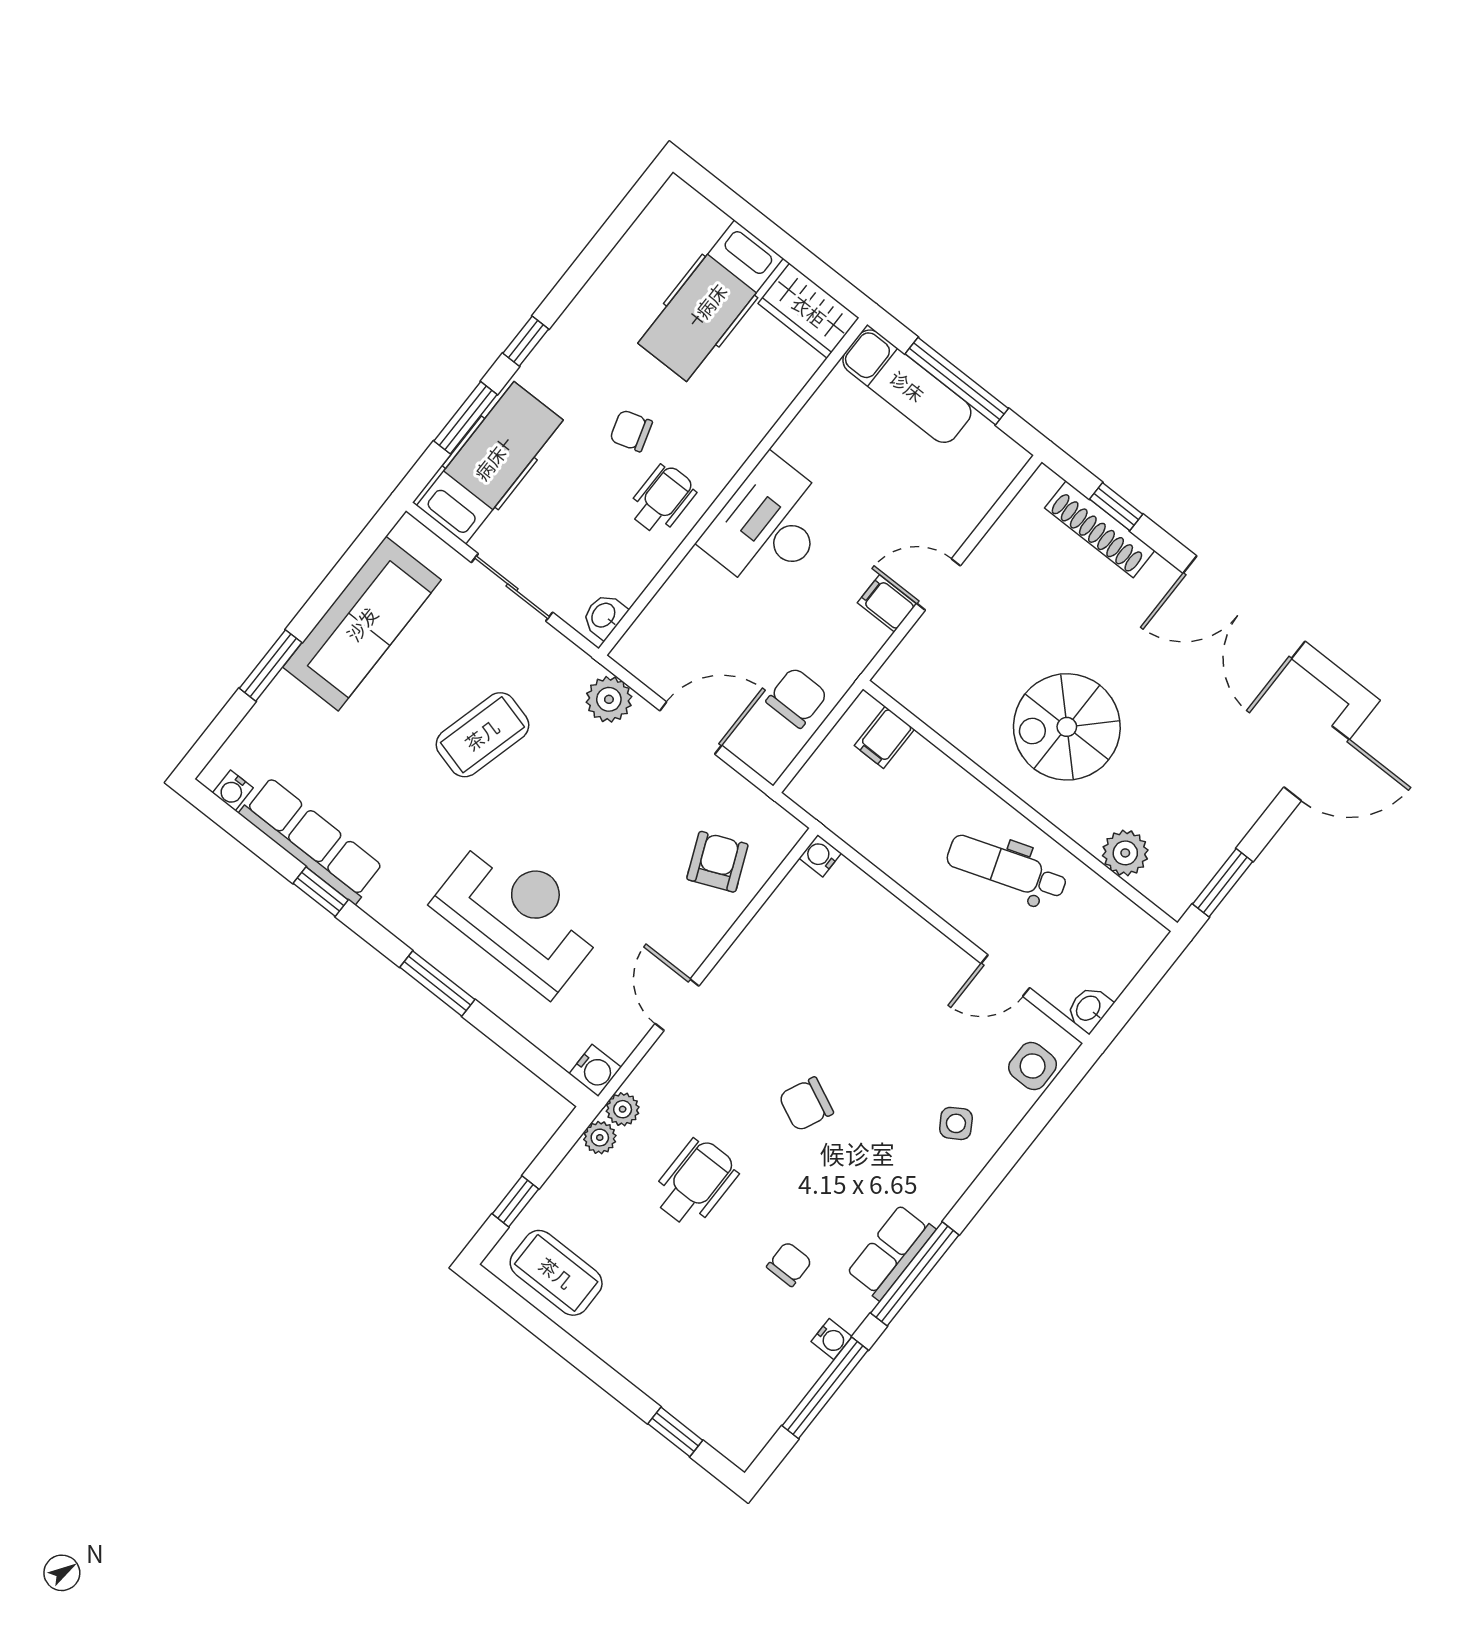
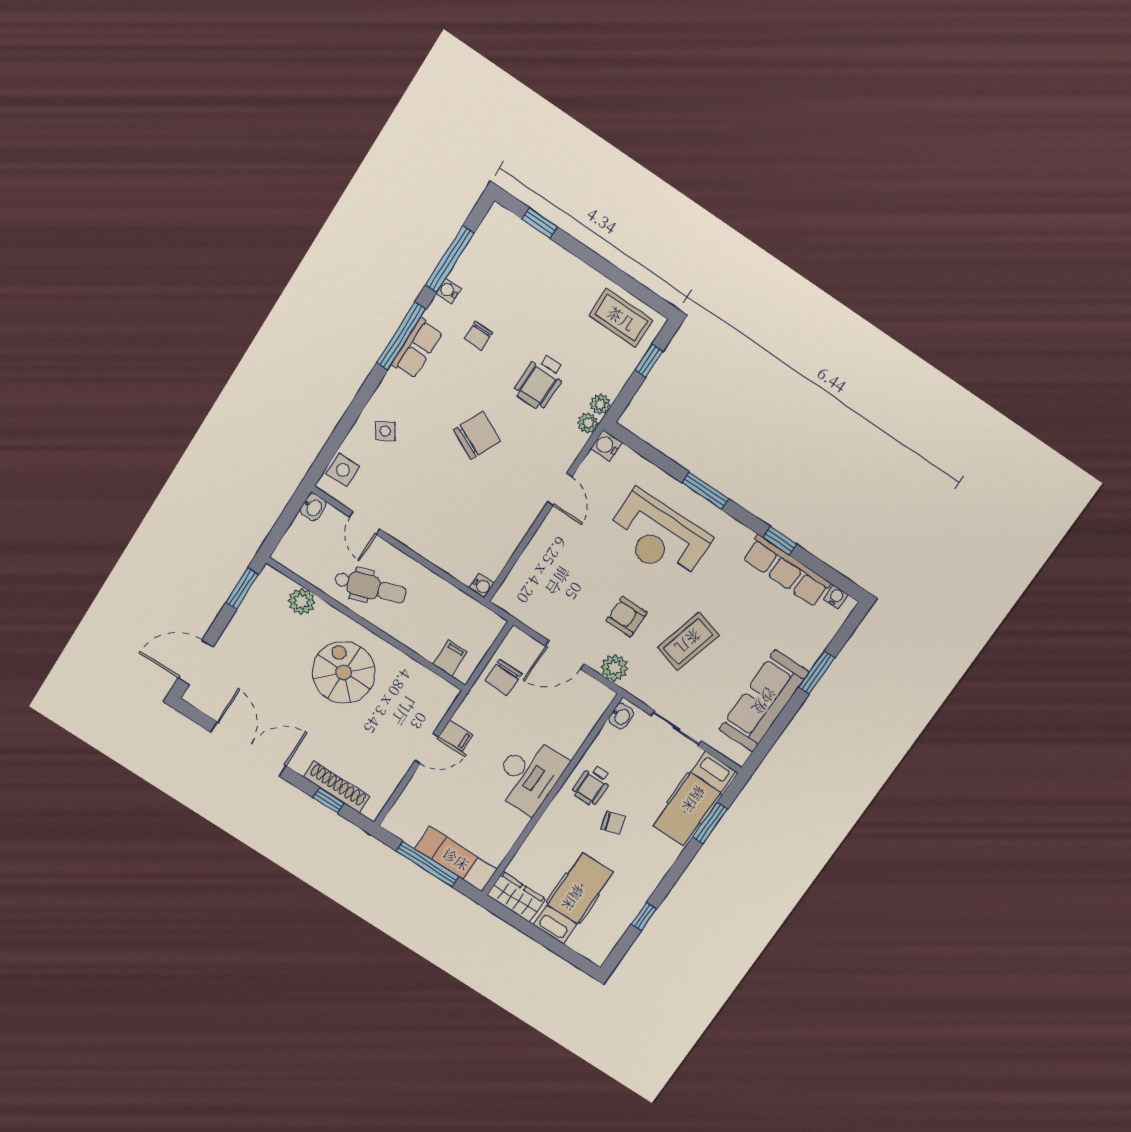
window: (526, 341) -> (644, 916), moved
spiral stairs: (1067, 727) -> (344, 672), turned -90
armchair: (717, 862) -> (627, 617), moved, turned 113
door: (1005, 976) -> (365, 523), swing flipped
chair: (806, 1104) -> (477, 435), width x1.37, depth x1.37

